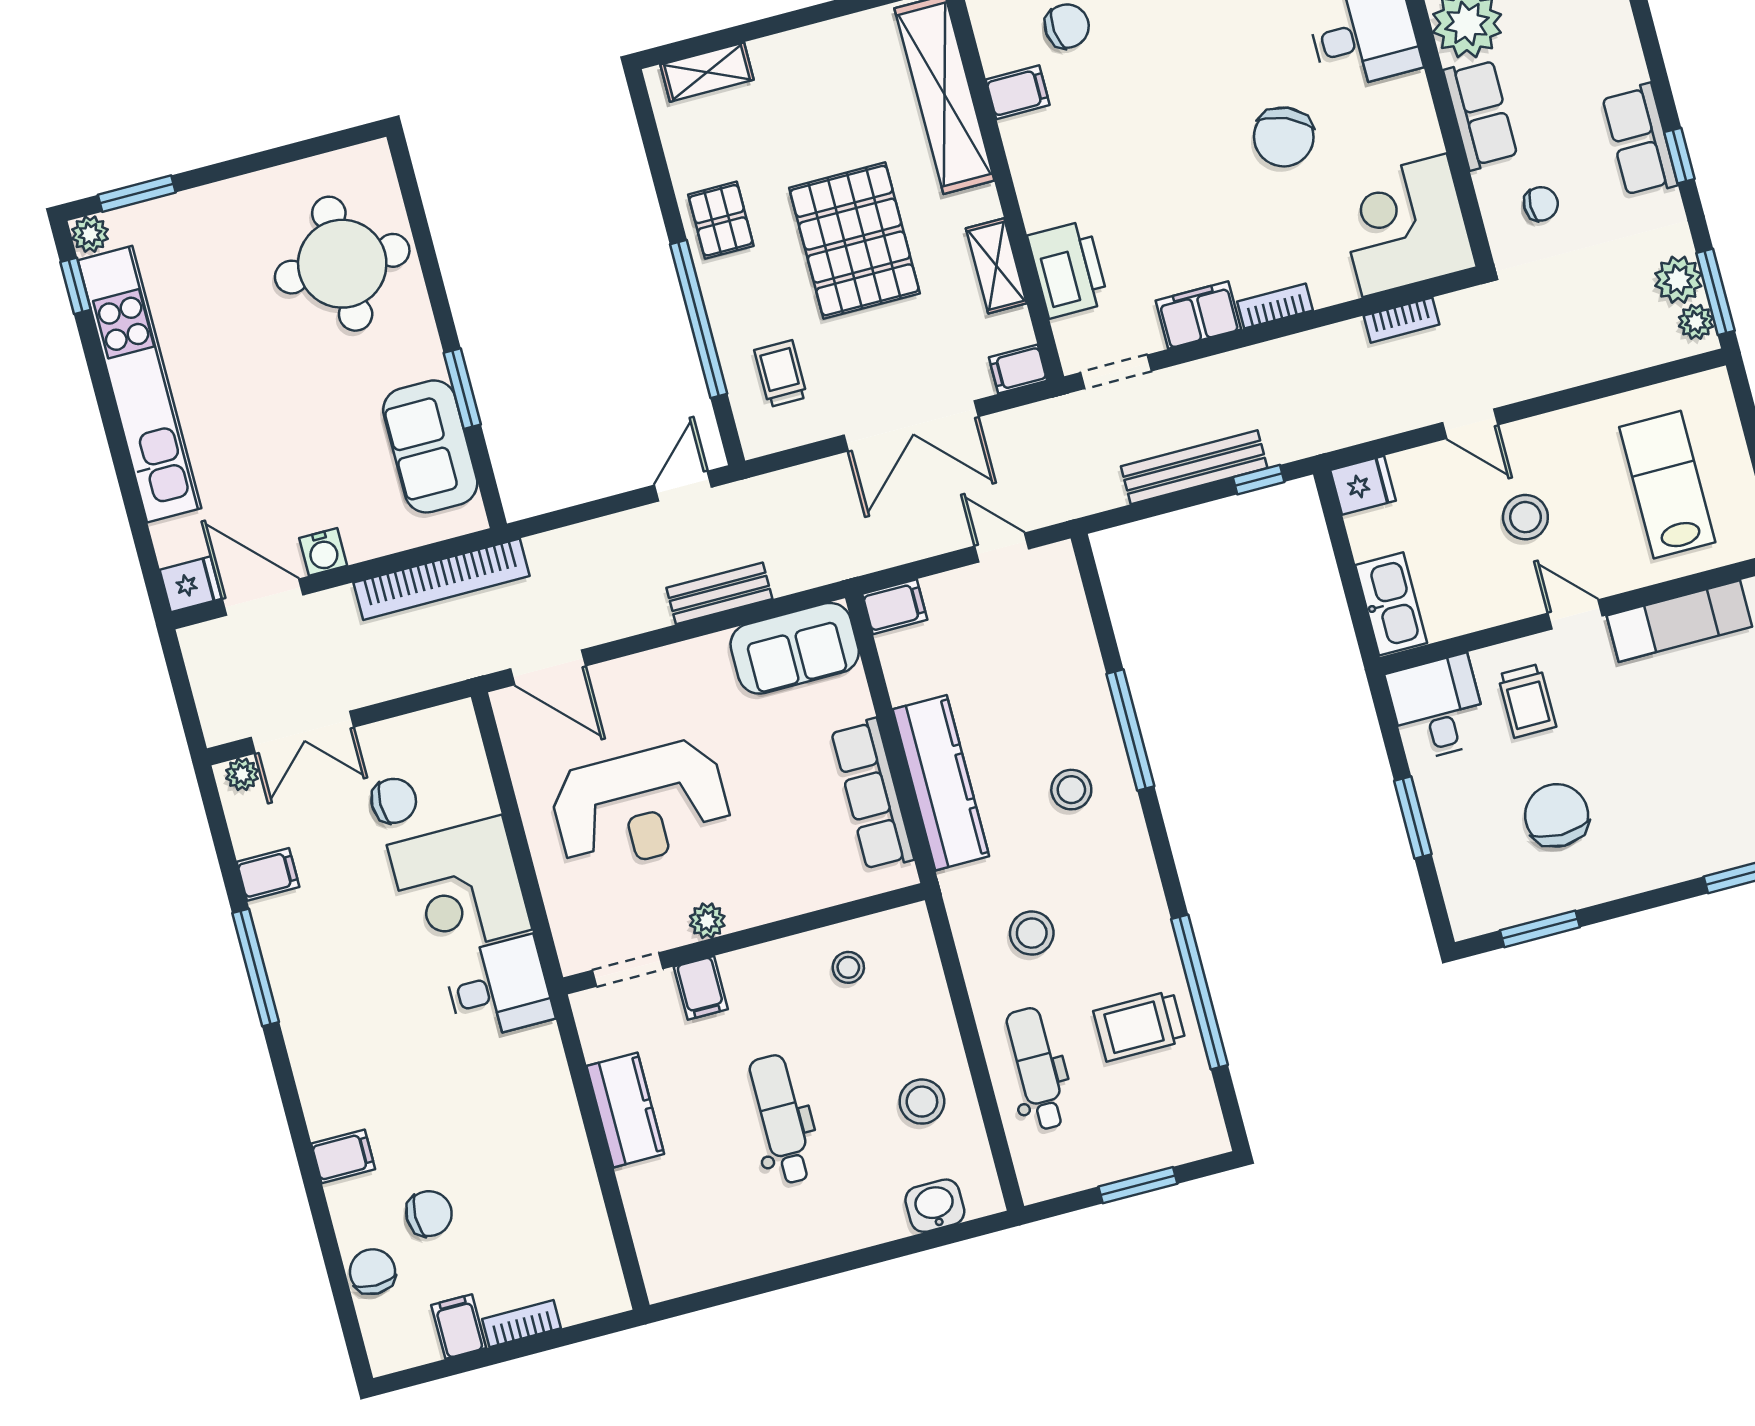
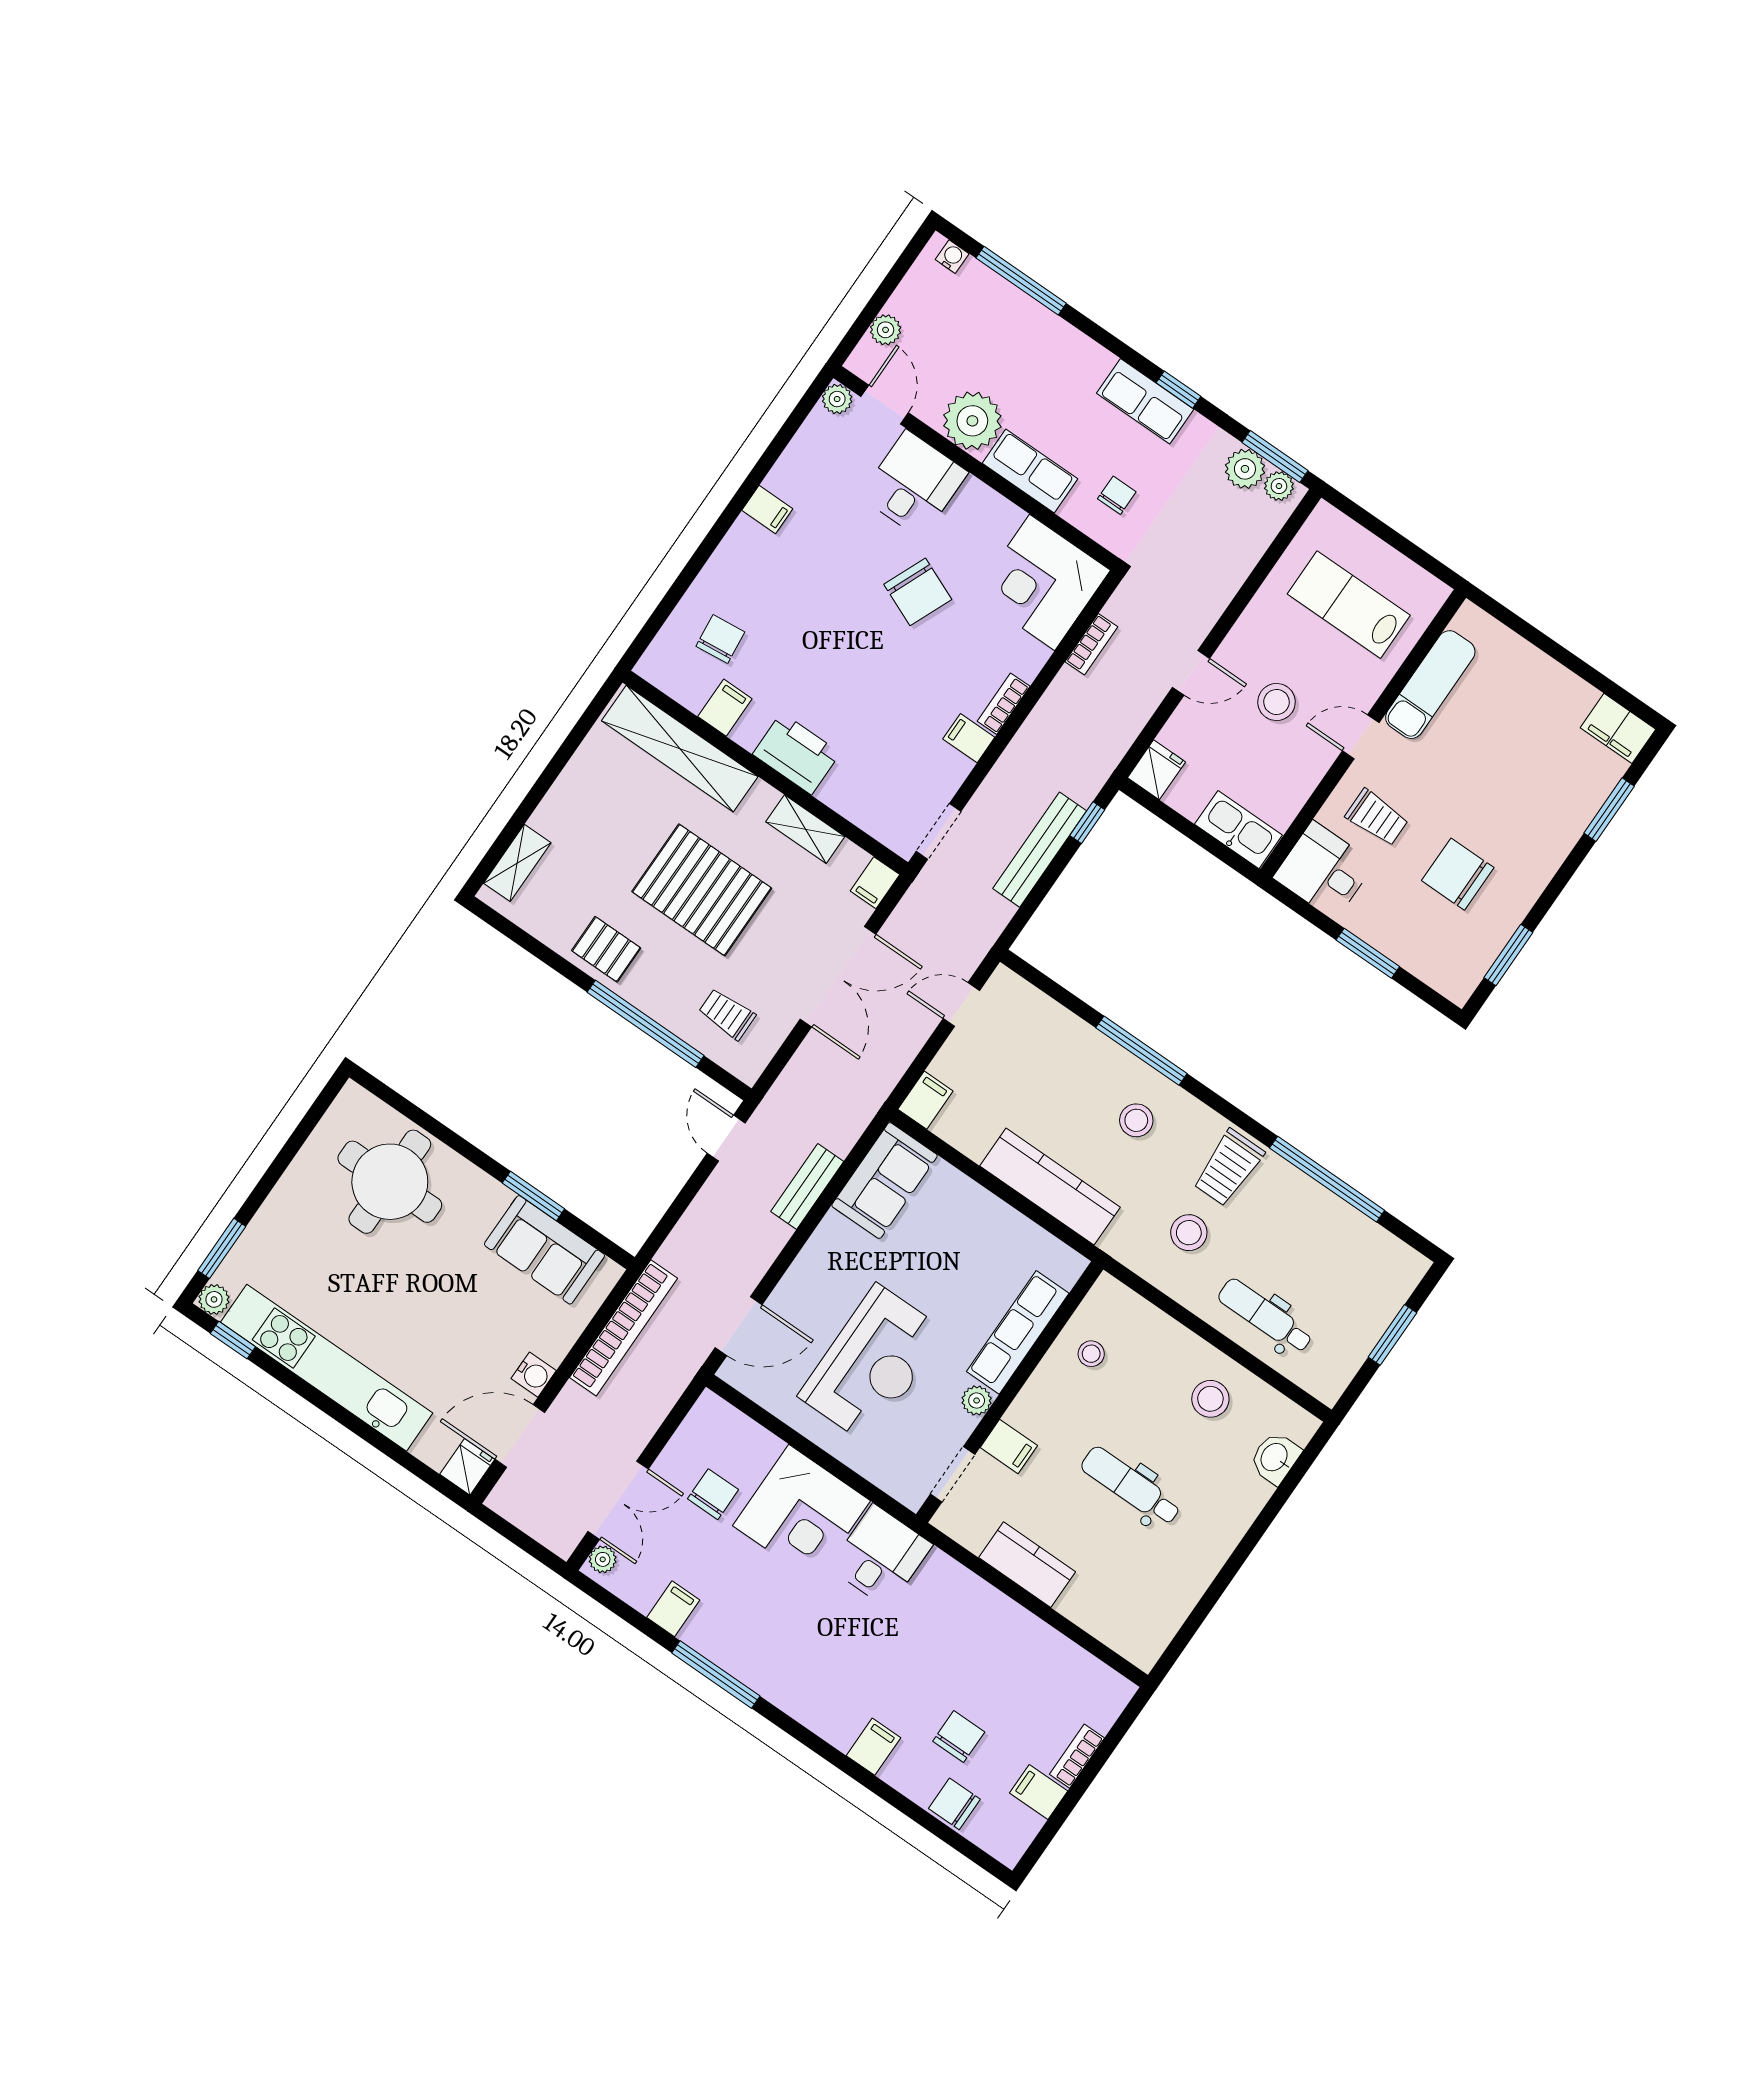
printer: (1068, 269) -> (796, 754), moved
filing cabinet: (1198, 315) -> (969, 738), width x0.50
row of seats: (872, 795) -> (1018, 1332), moved, turned 90
trolley: (1139, 1026) -> (1228, 1168), moved

